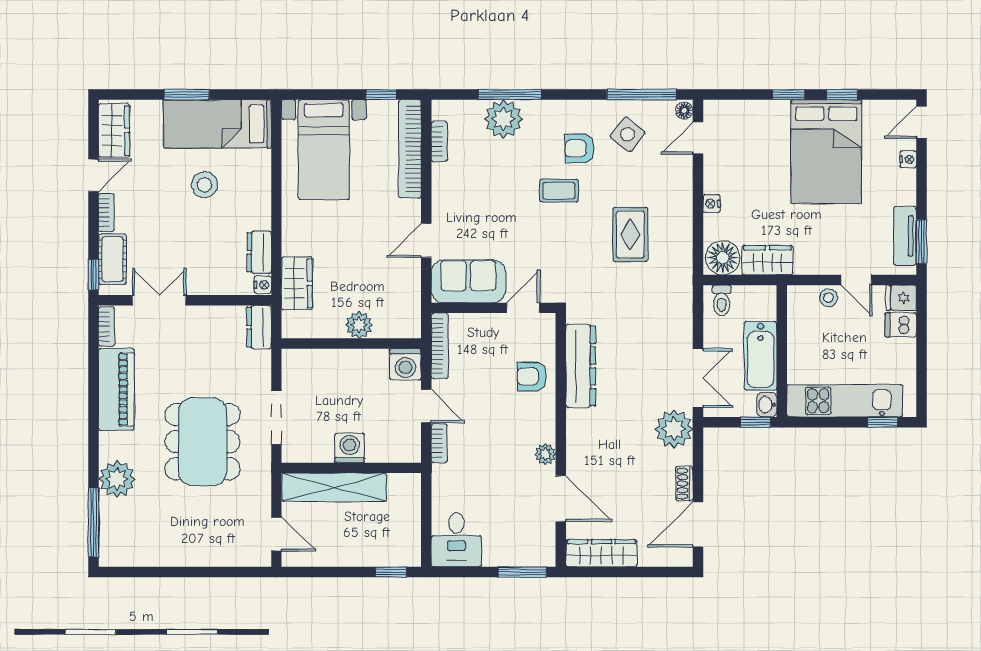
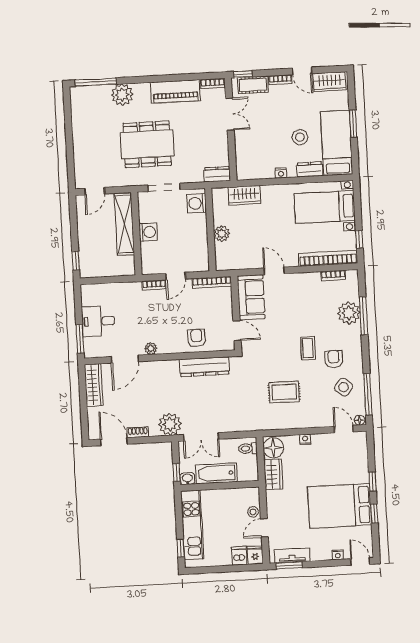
dresser: (259, 252) -> (310, 169), moved
nightstand: (263, 285) -> (281, 173), moved
washing machine: (405, 364) -> (197, 203), moved
desk: (456, 540) -> (98, 321), moved

